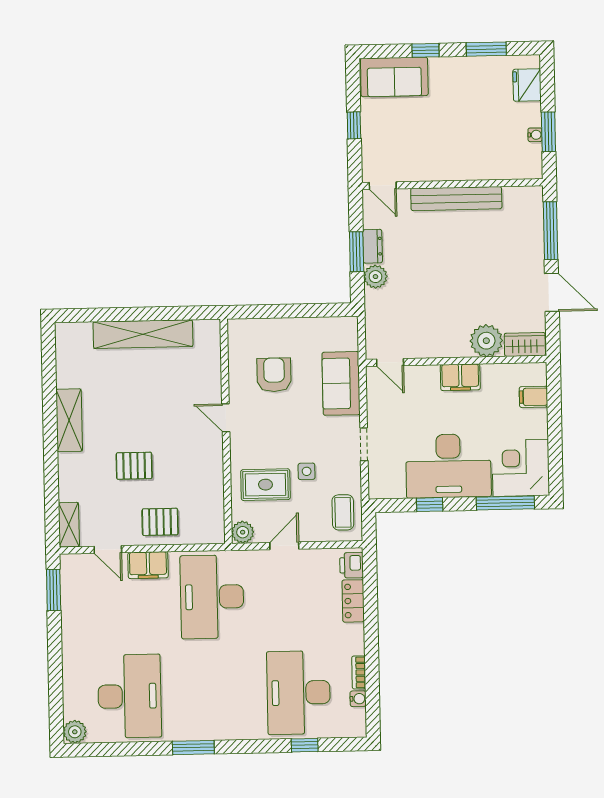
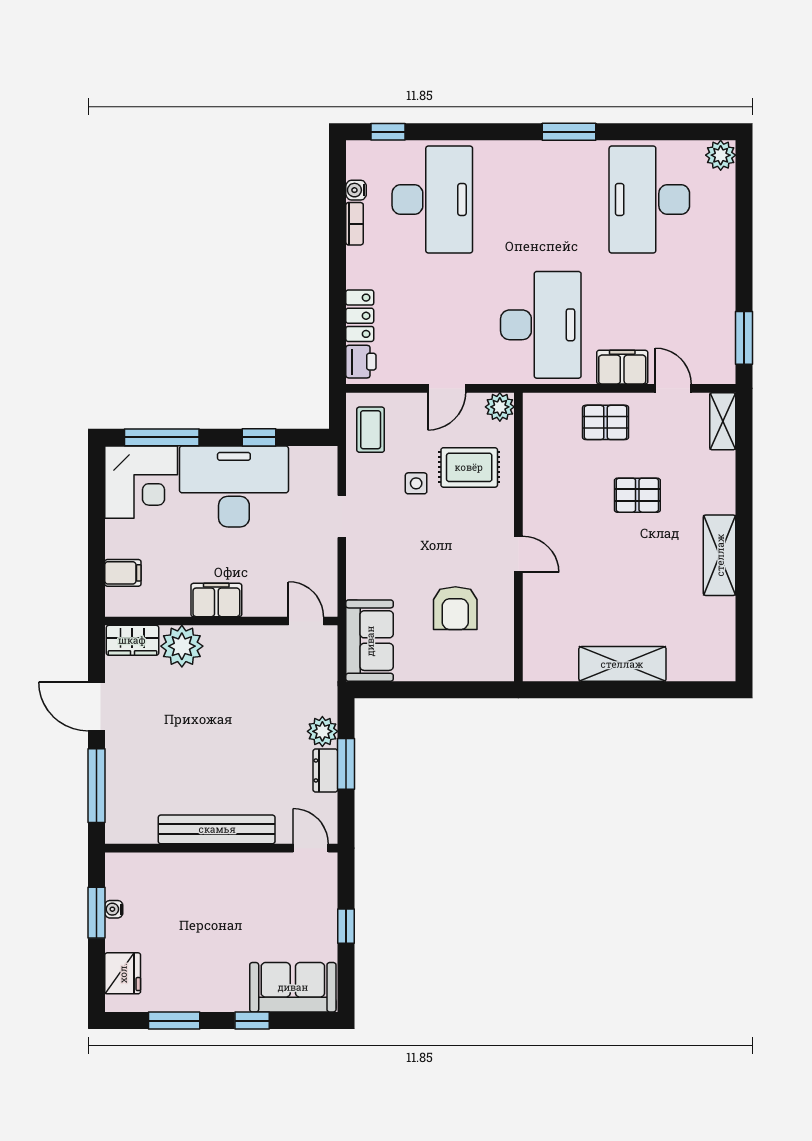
shelving: (143, 334) -> (622, 664), width x0.68
sofa: (341, 383) -> (370, 641), moved
window: (305, 745) -> (388, 132), moved

